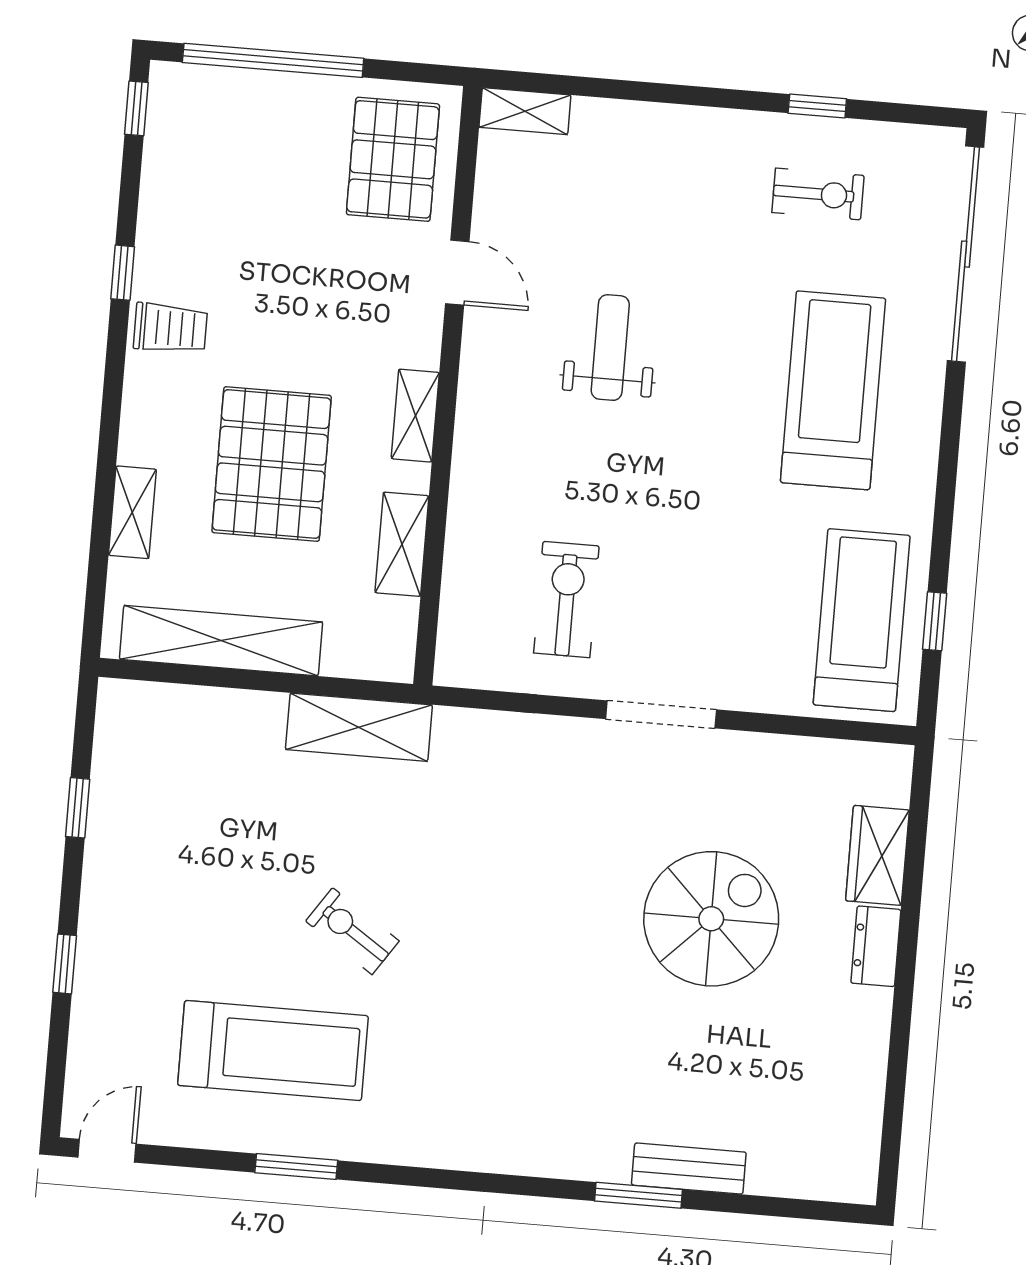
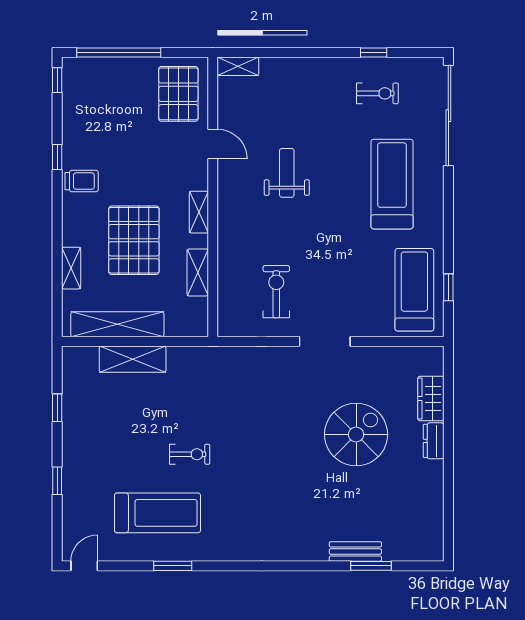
shelving: (359, 727) -> (133, 359), moved
exercise bike: (352, 931) -> (190, 454), turned 146
window: (639, 1195) -> (371, 566), moved

